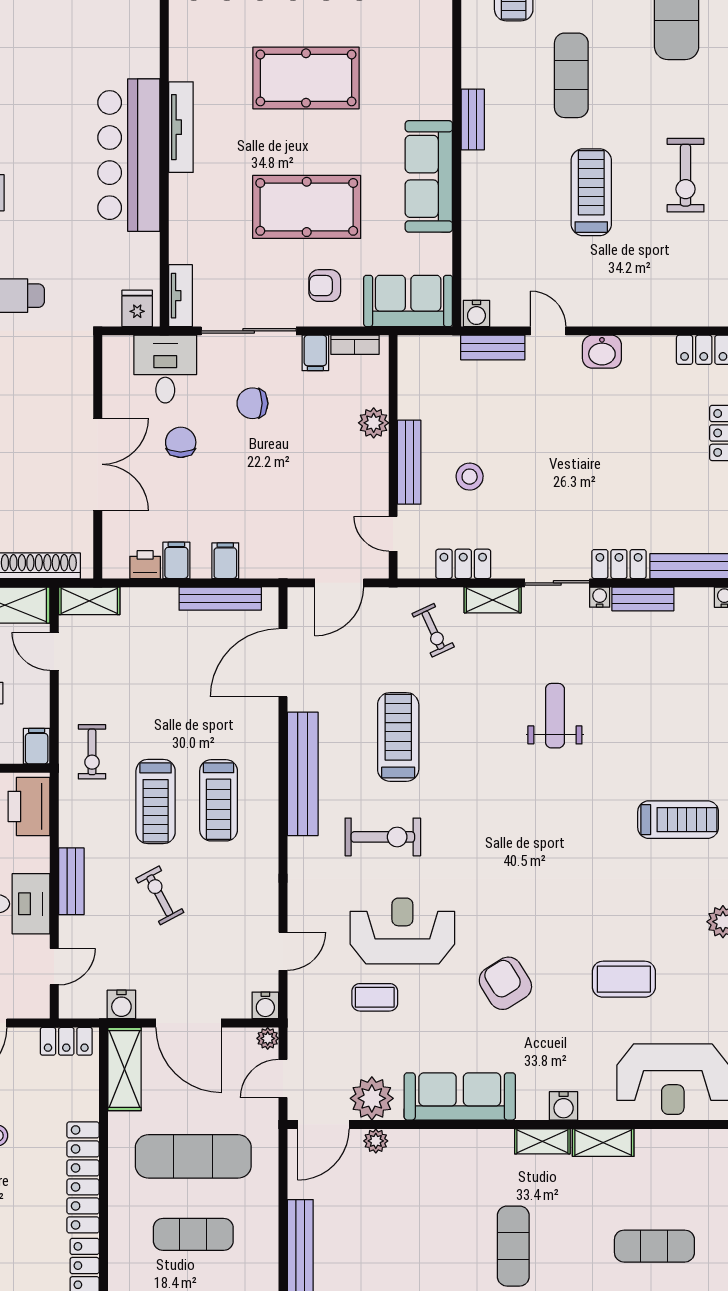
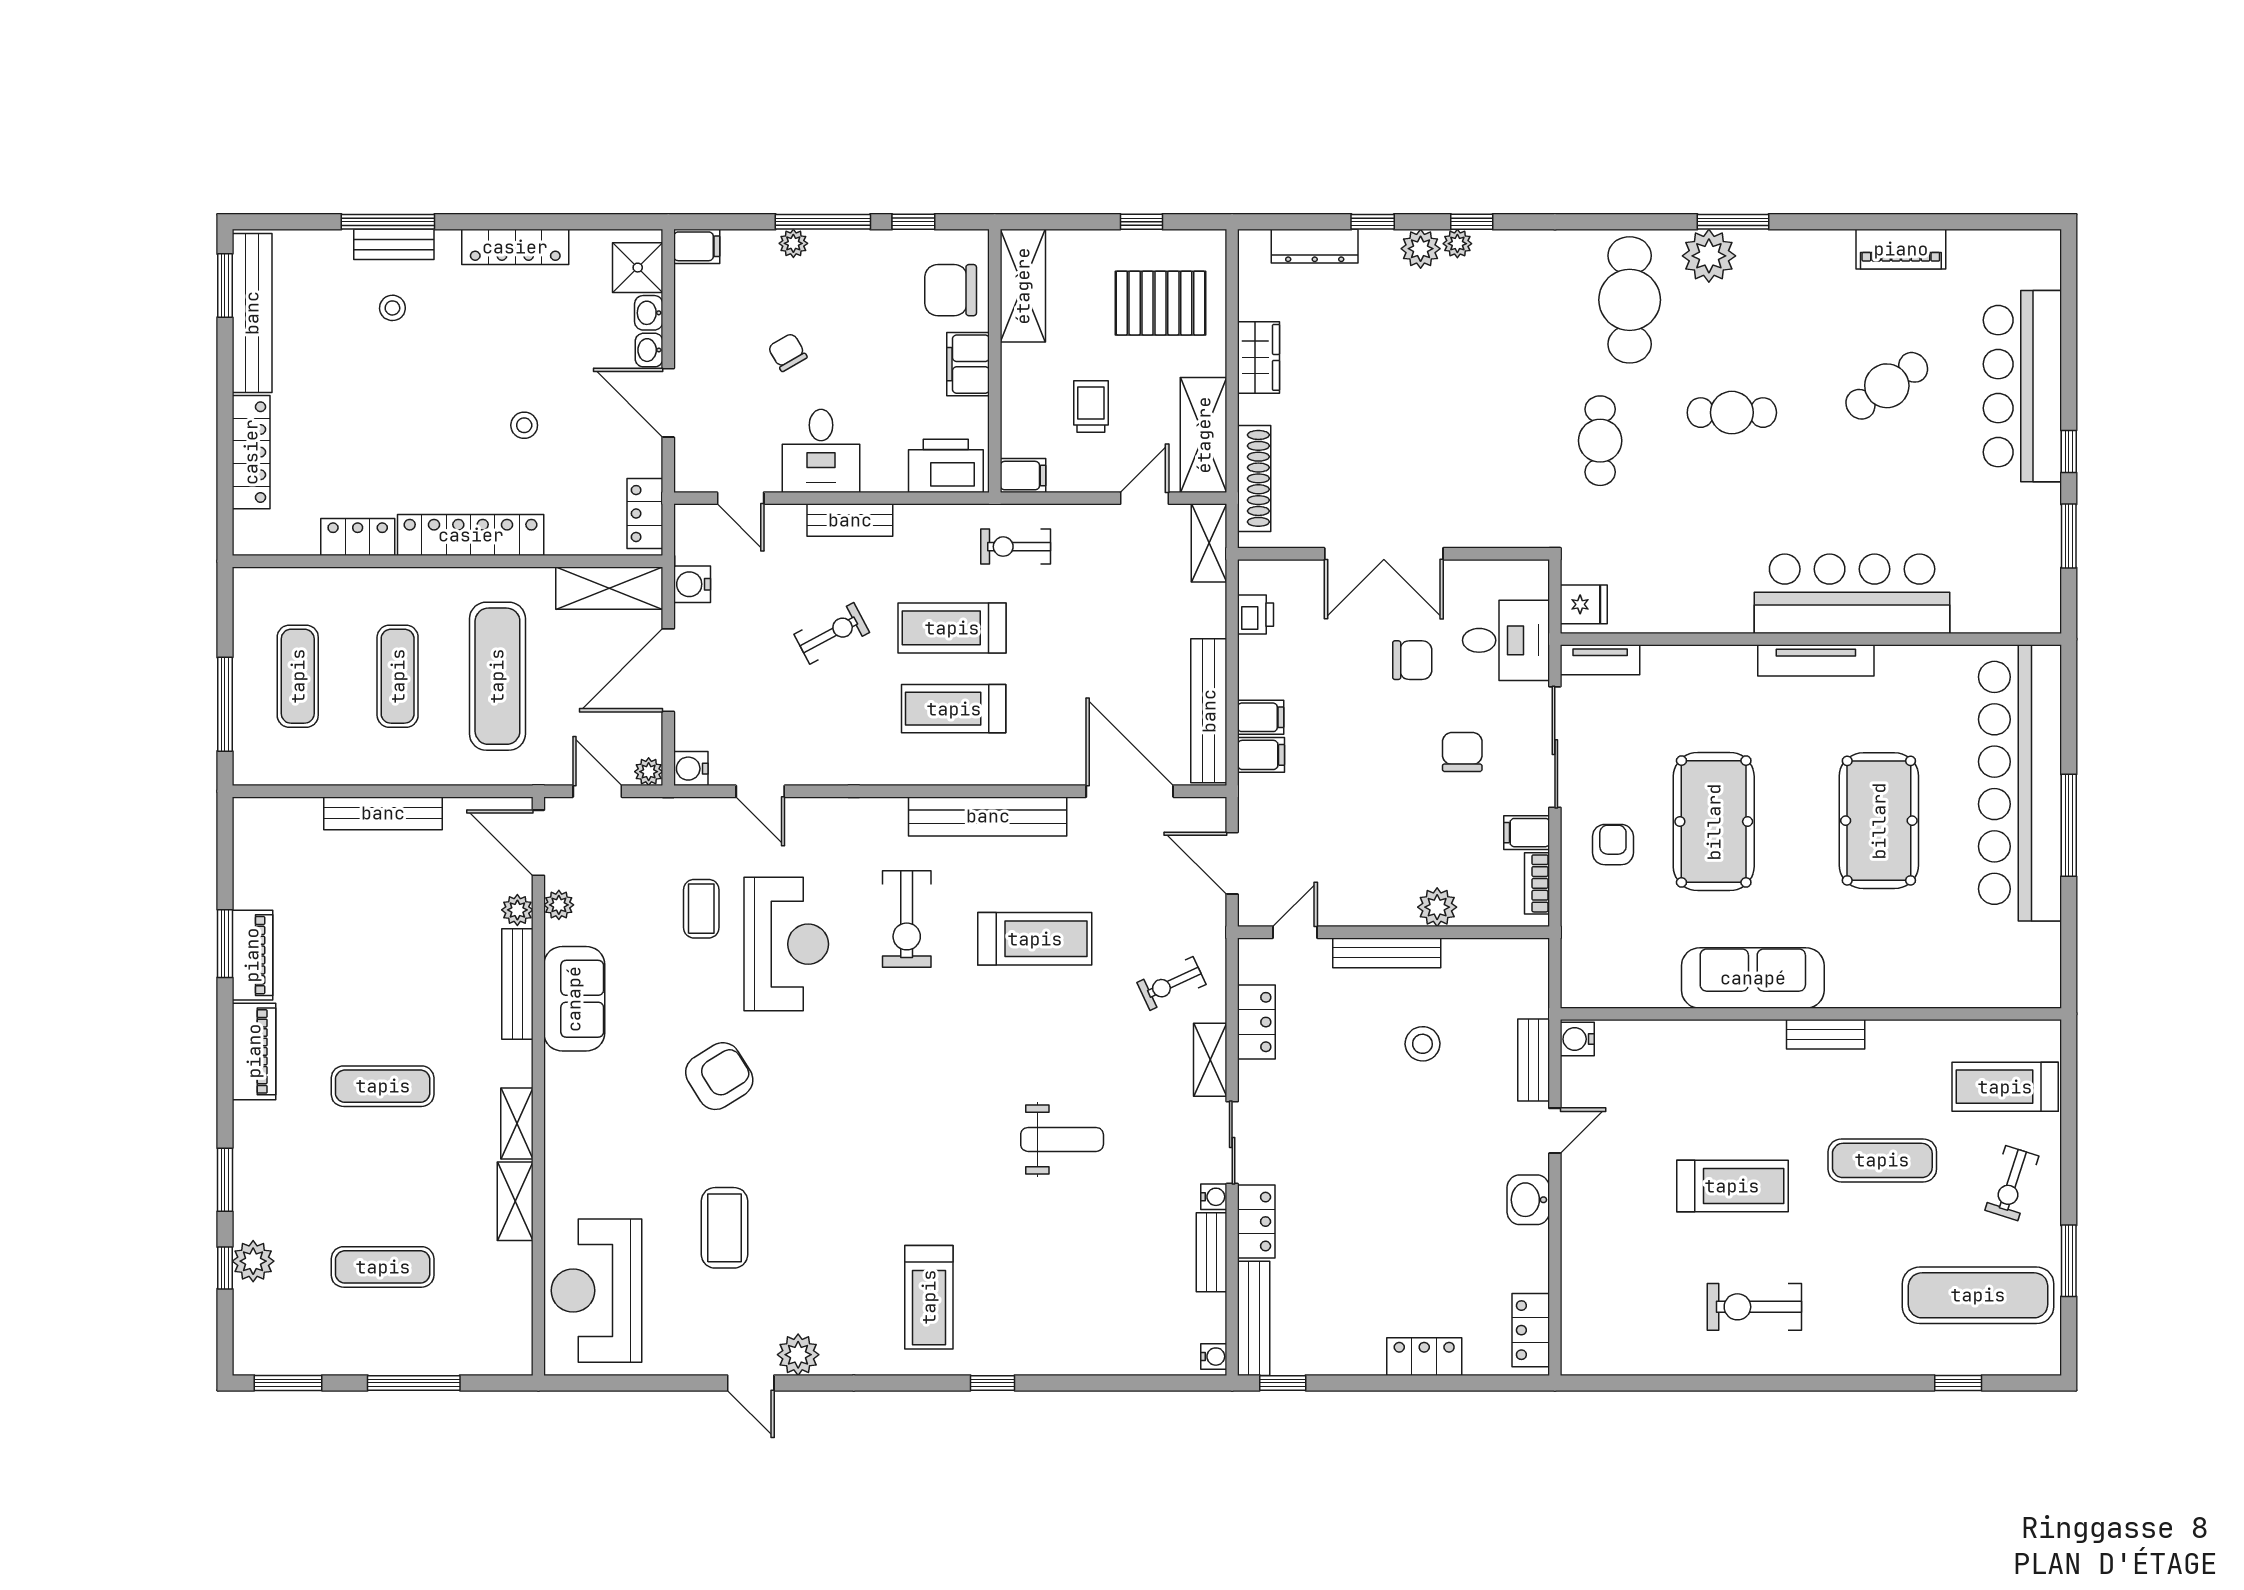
bar counter: (129, 155) -> (1852, 594), moved
sofa: (408, 301) -> (1593, 951), removed
stool: (470, 477) -> (1422, 1044), moved
filing cabinet: (176, 560) -> (1261, 755), moved
bench: (220, 599) -> (1209, 711), width x1.37, depth x1.21
sofa: (460, 1096) -> (574, 999), width x0.73
plant: (372, 1098) -> (559, 905), width x0.53, depth x0.53
water cooler: (564, 1106) -> (562, 1151), removed
bench: (433, 1141) -> (517, 984), added
exercise mat: (654, 1246) -> (383, 1267), turned 90

